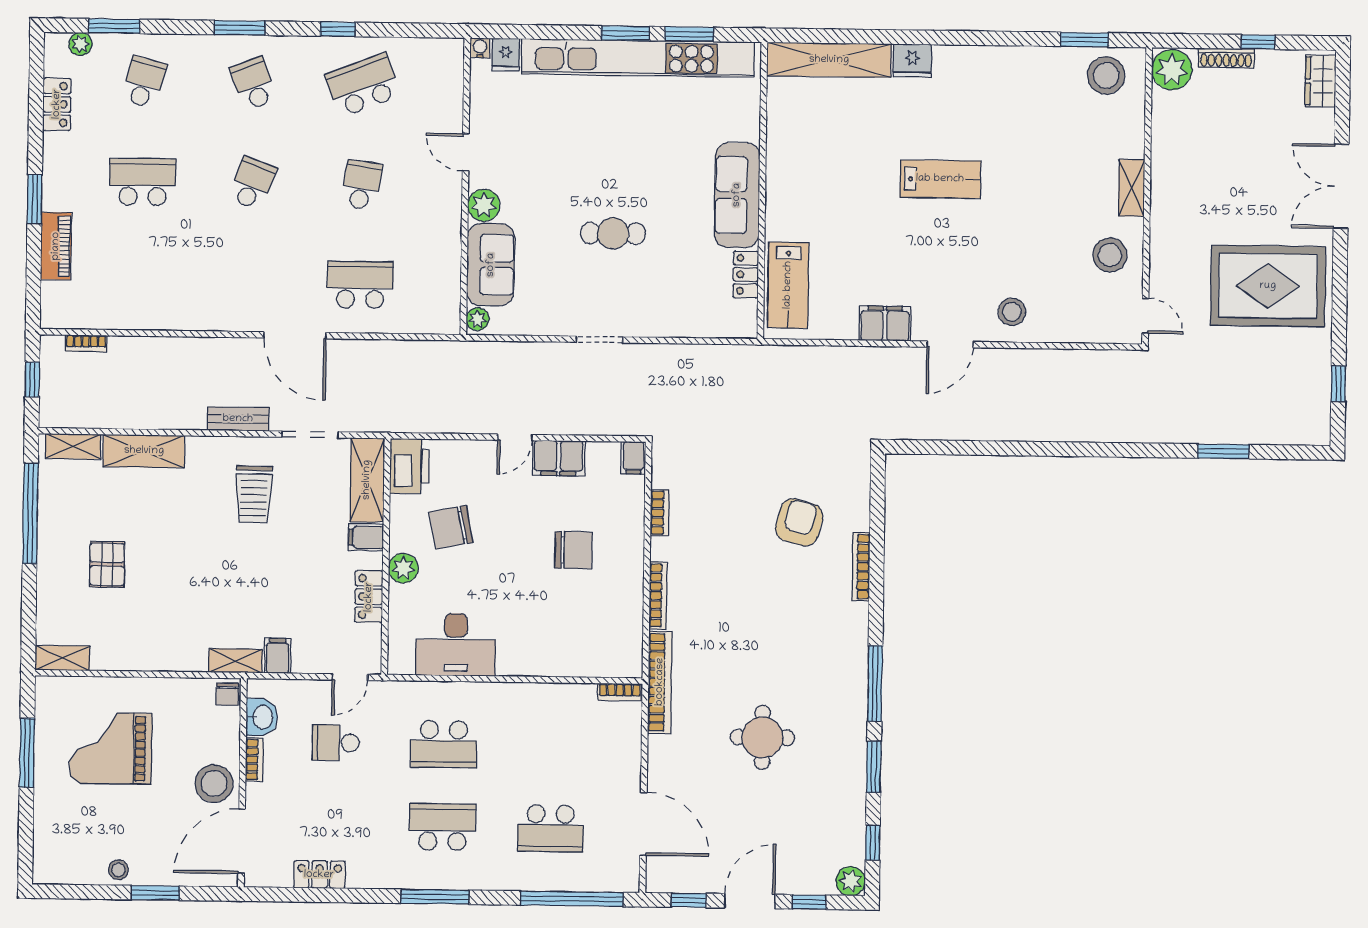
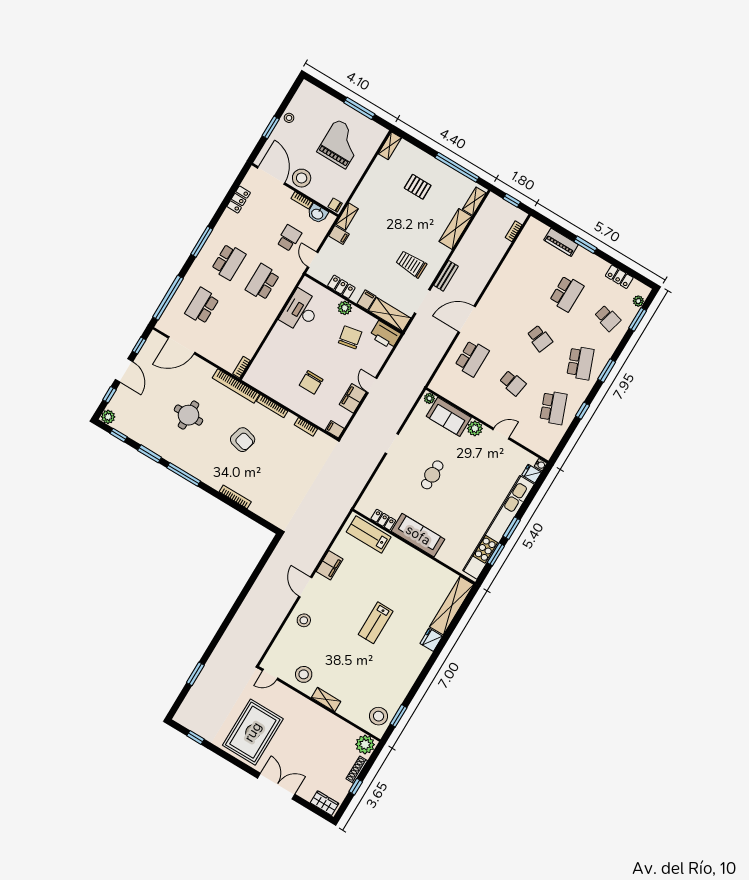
school desk: (254, 84) -> (580, 363), width x1.85
armchair: (799, 522) -> (243, 440), moved

